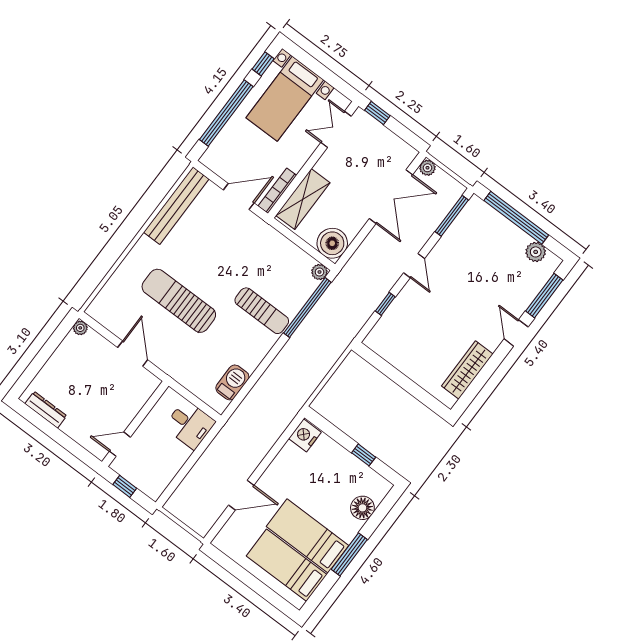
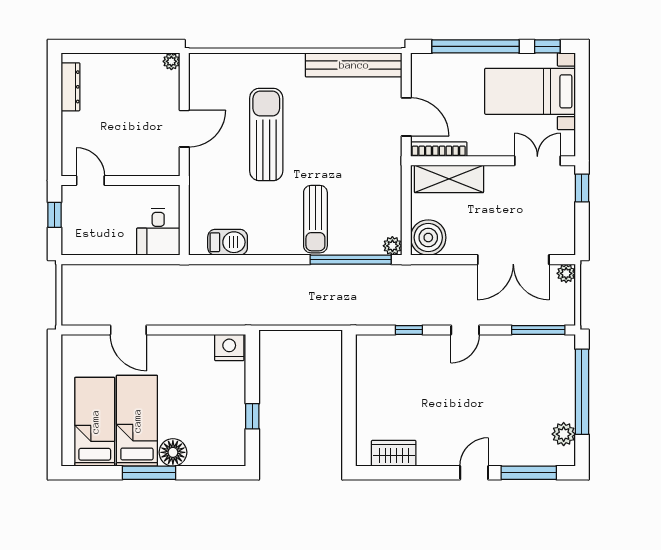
wardrobe: (467, 370) -> (394, 453), width x0.67
floor lamp: (362, 508) -> (173, 452), moved

